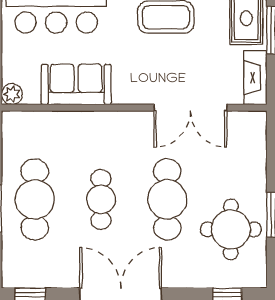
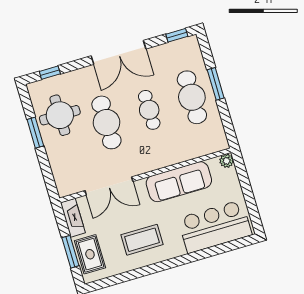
sofa: (76, 84) -> (179, 182), width x1.36
double door: (190, 108) -> (109, 186), swing flipped

